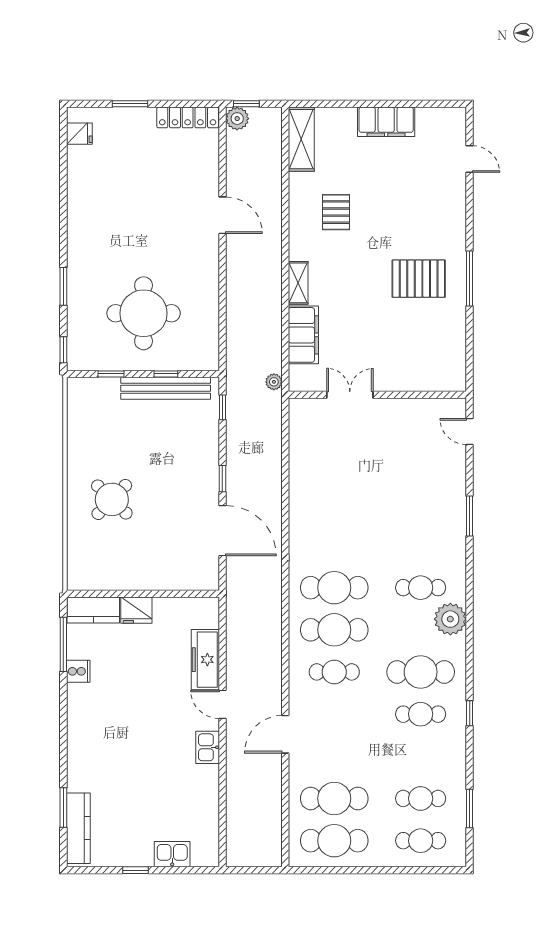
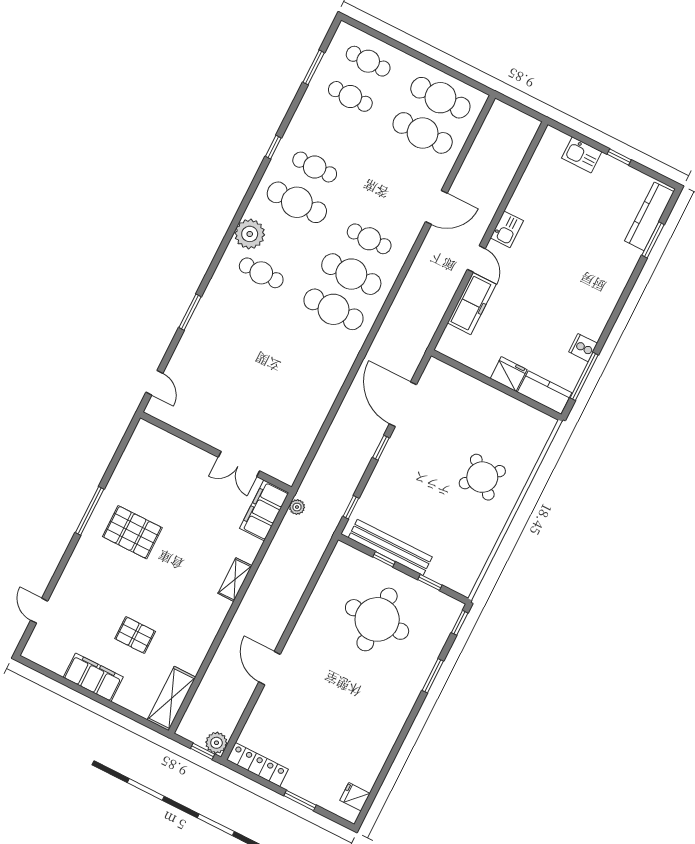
pallet: (336, 212) -> (135, 635), moved, turned 90
filing cabinet: (303, 335) -> (264, 510), moved

